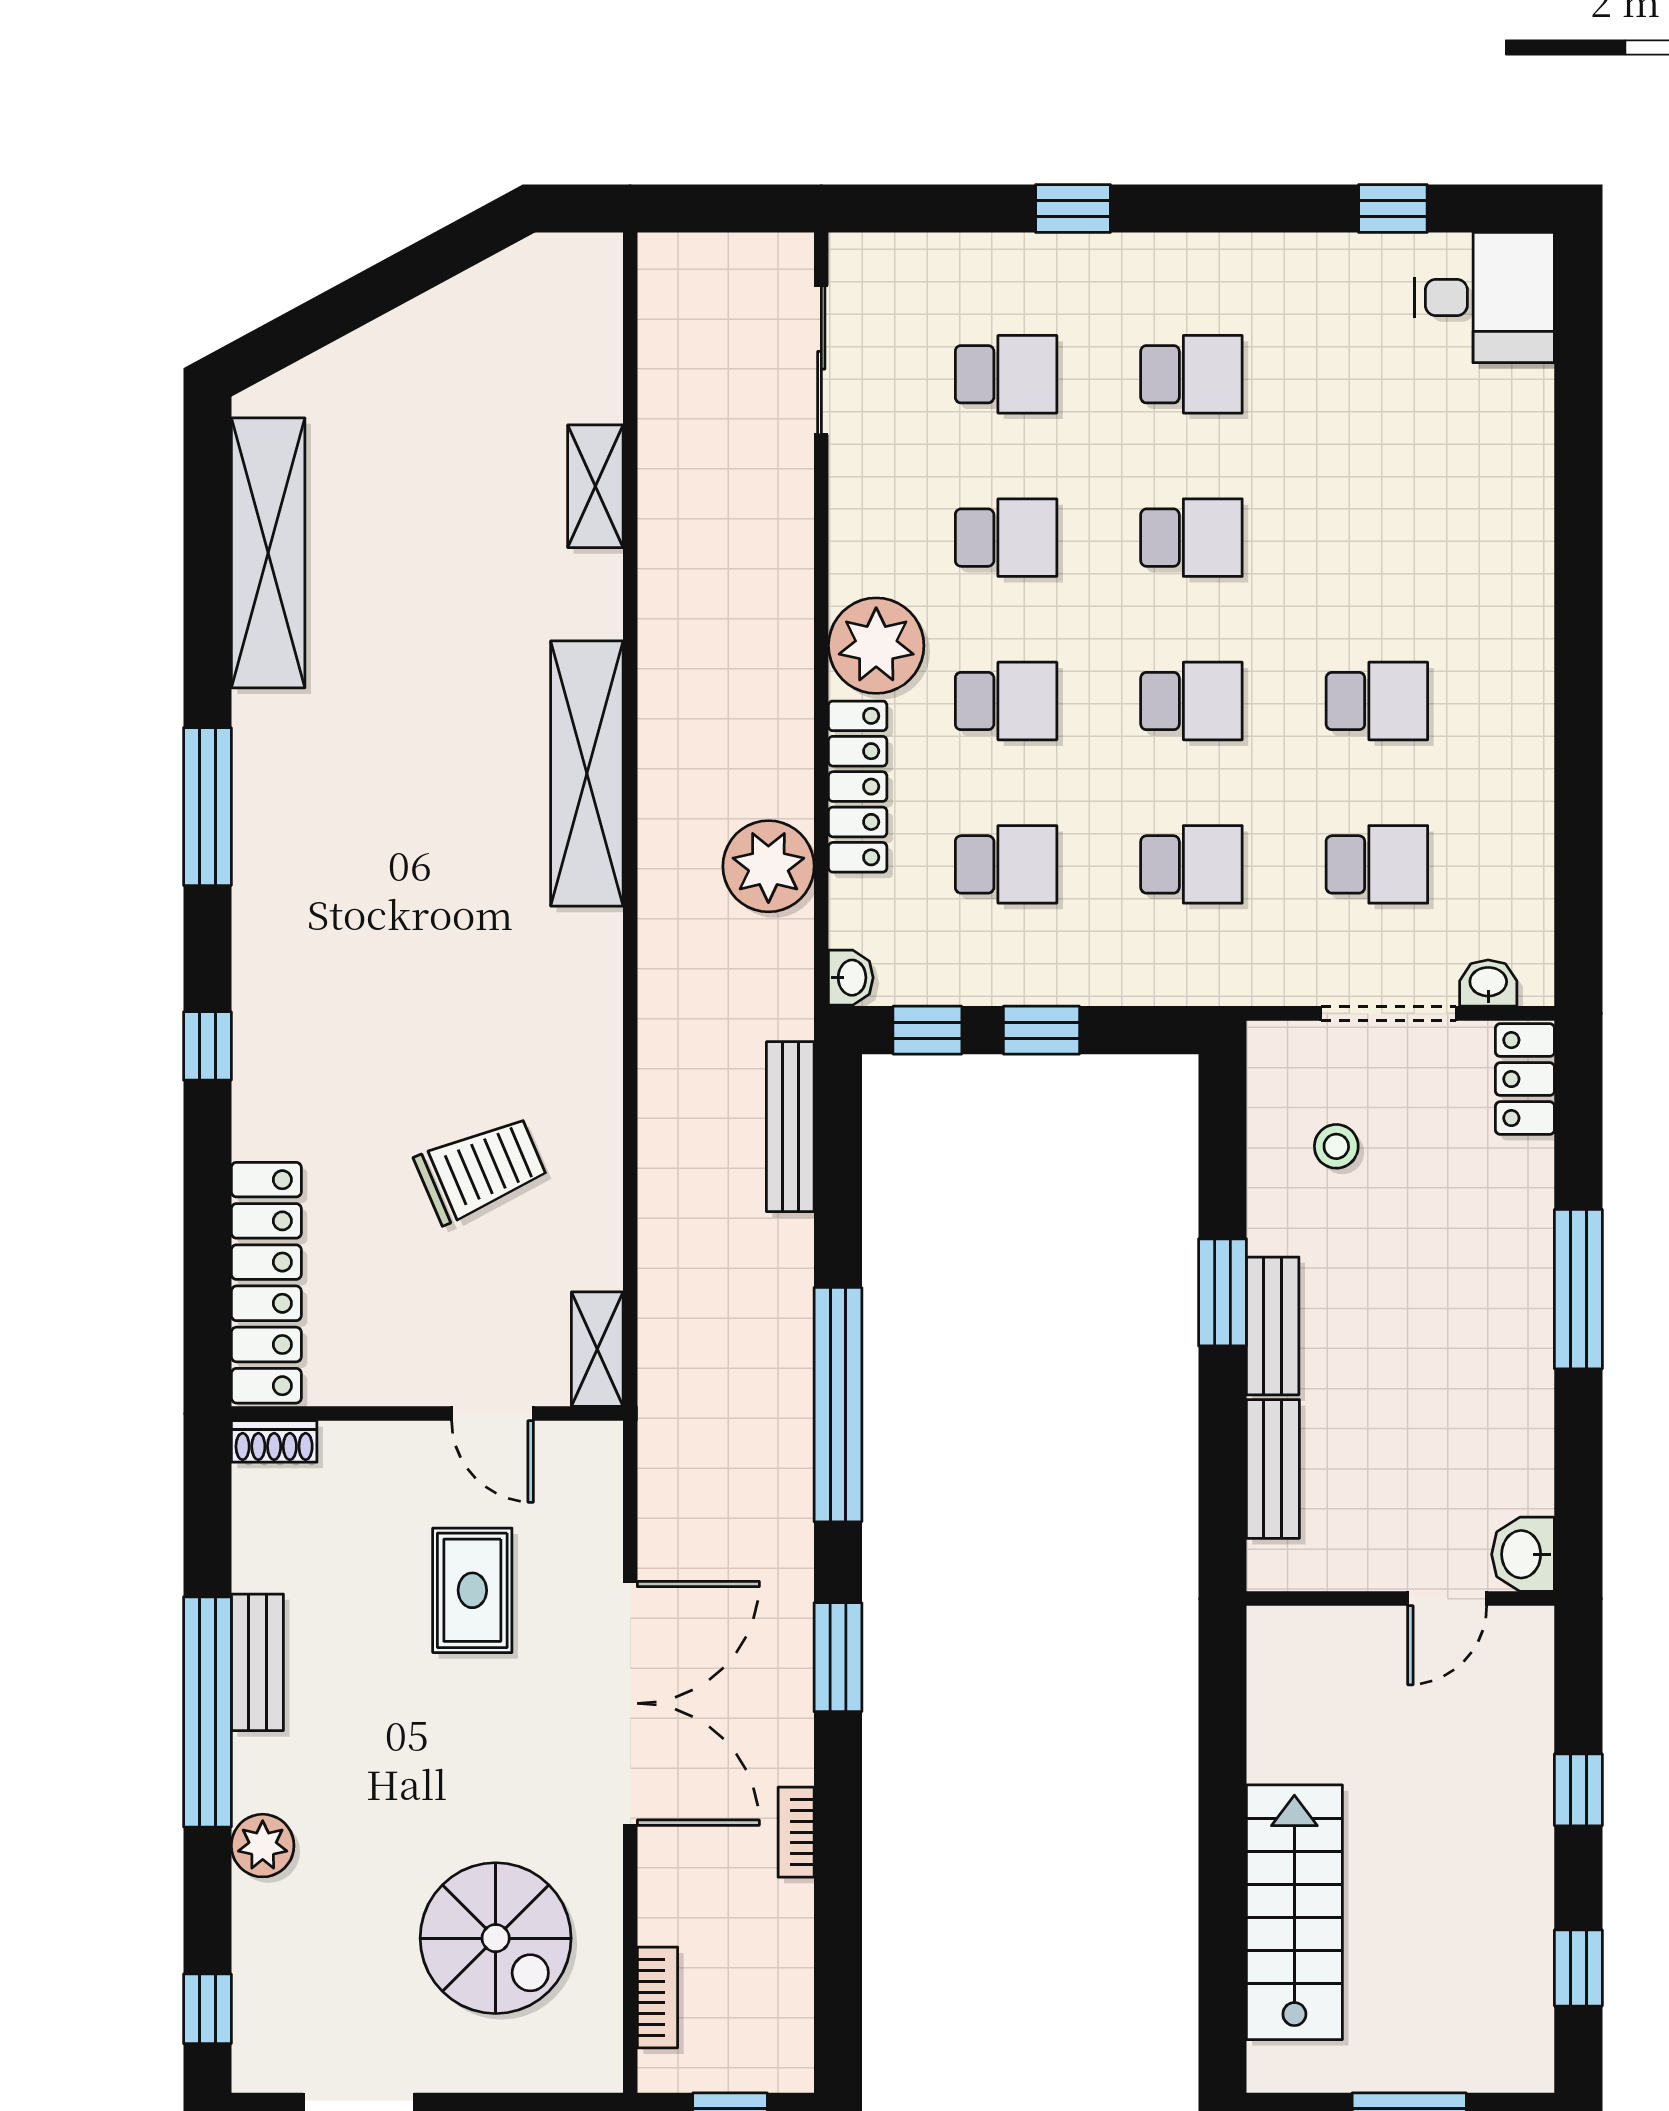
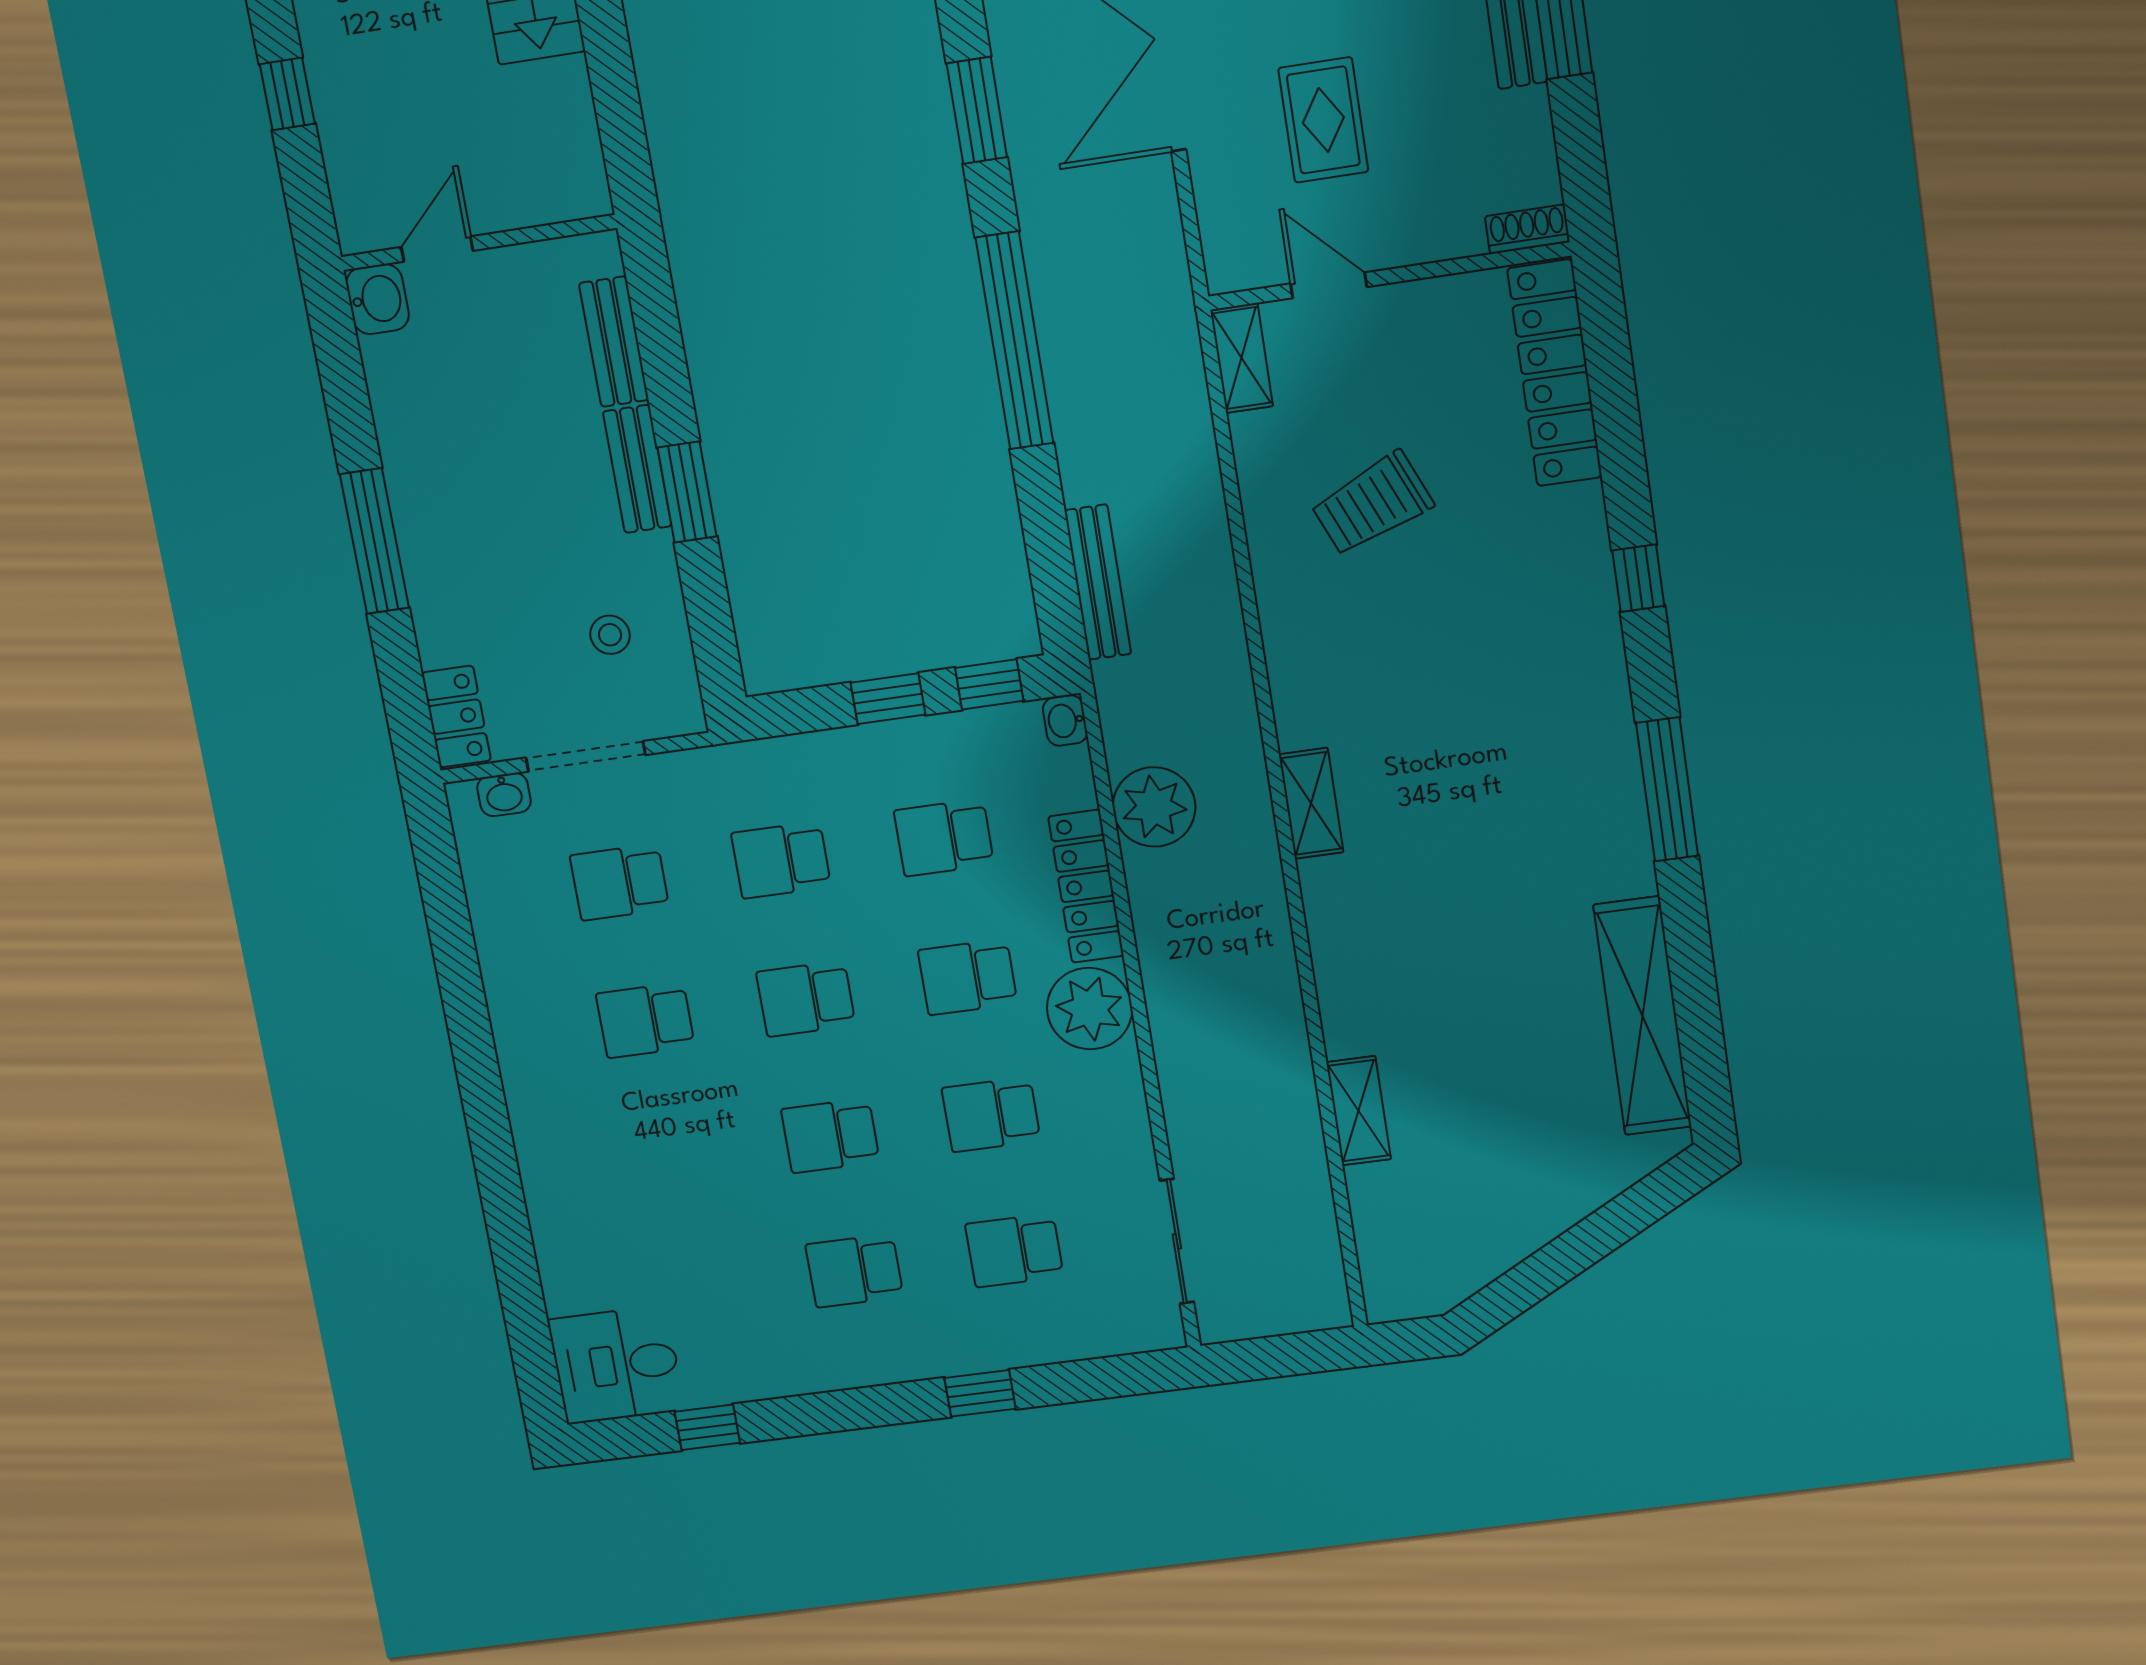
shelving: (587, 773) -> (1311, 803), width x0.45, depth x0.75

